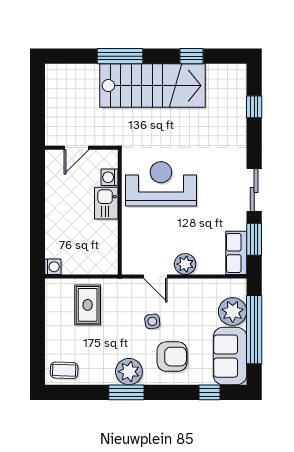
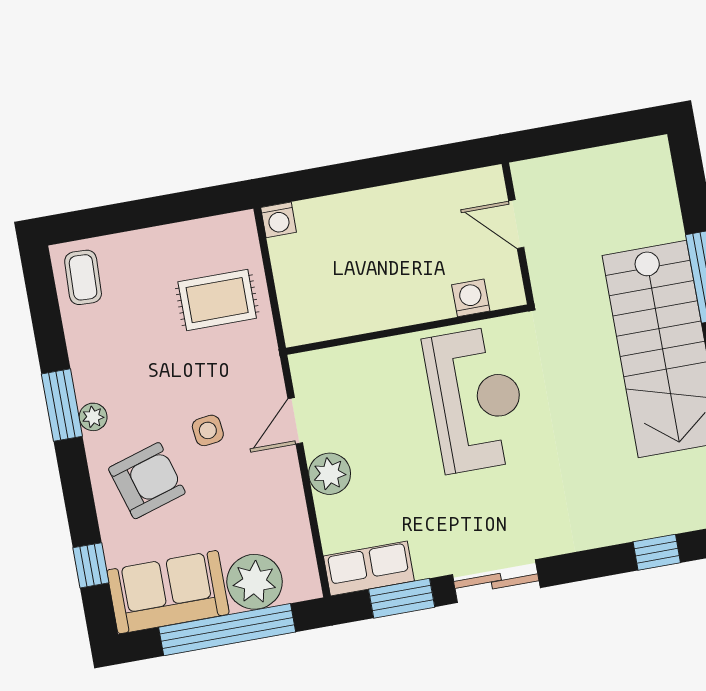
kitchen sink: (106, 203) -> (420, 301), removed
armchair: (172, 357) -> (147, 481), turned -107
plant: (129, 372) -> (93, 417), width x0.53, depth x0.53

